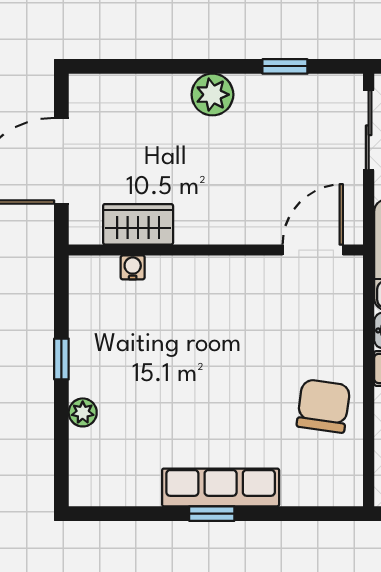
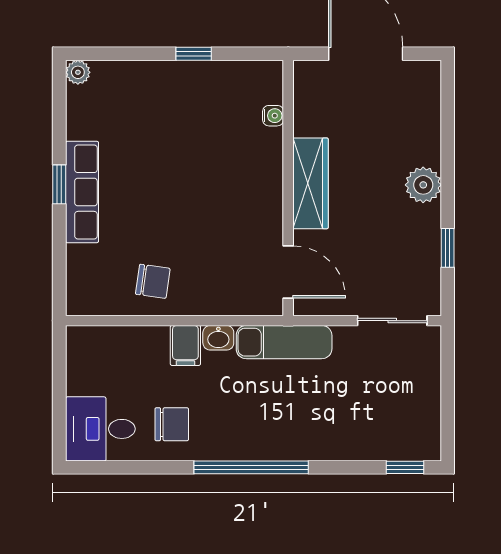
wardrobe: (138, 224) -> (311, 183), moved, width x1.50
chair: (323, 406) -> (153, 281), width x0.73, depth x0.73
plant: (83, 412) -> (78, 72), moved

